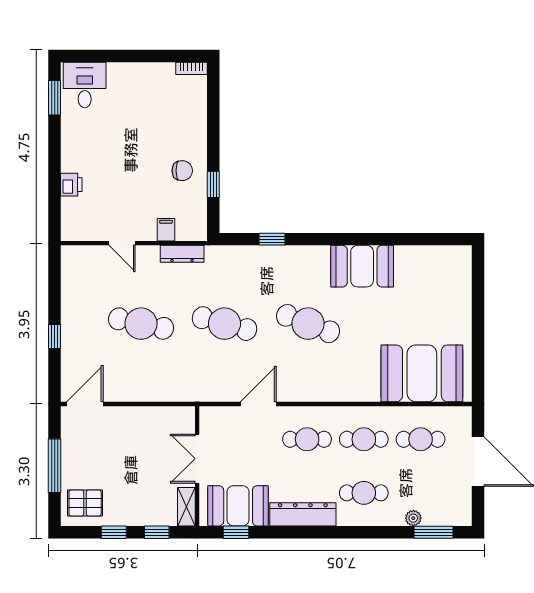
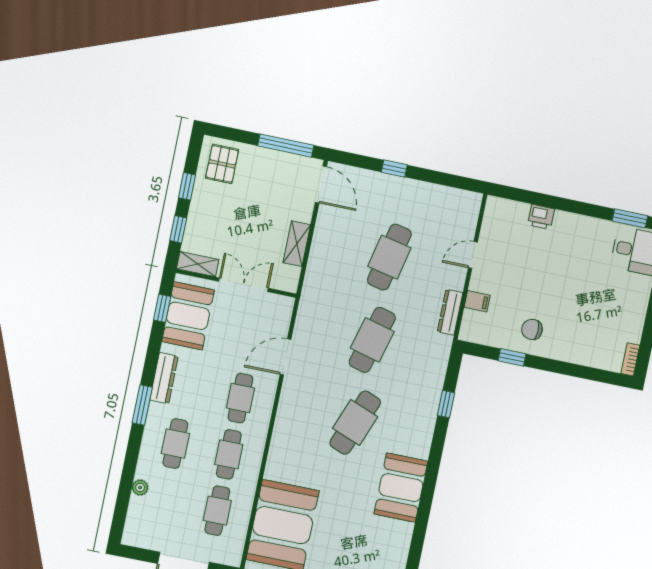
chair: (182, 171) -> (532, 329), turned 90
door: (258, 404) -> (286, 357), swing flipped
shelving: (147, 416) -> (297, 244), added
window: (55, 466) -> (286, 146), moved
dresser: (303, 514) -> (164, 378), width x0.73, depth x0.80
window: (434, 532) -> (142, 405), moved

